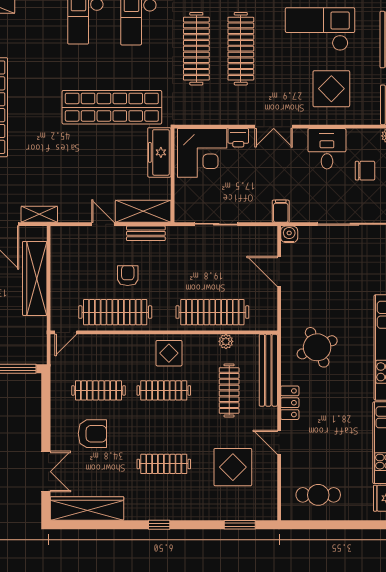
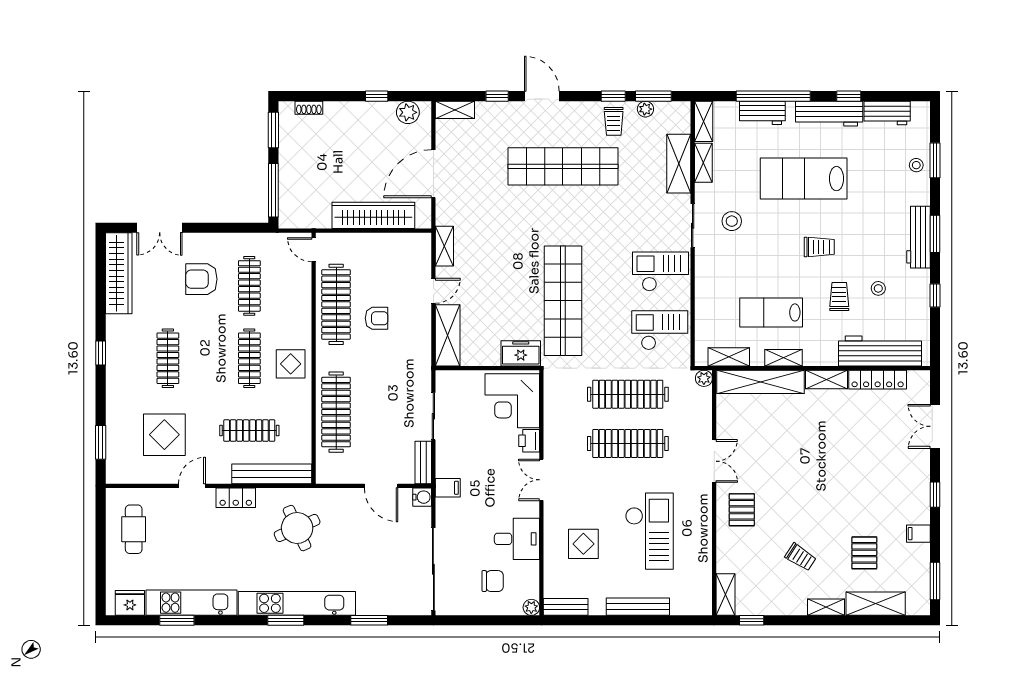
display table: (331, 89) -> (583, 544), width x0.73, depth x0.73
freezer: (159, 152) -> (521, 353), width x0.71
chair: (365, 171) -> (493, 581), turned -90
shelving: (39, 214) -> (444, 246), moved
bench: (146, 233) -> (423, 462), moved
door: (279, 271) -> (381, 486), swing flipped
plant: (226, 341) -> (304, 427), removed
armchair: (92, 434) -> (201, 279), turned 90

